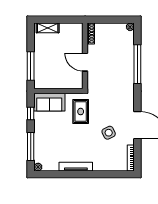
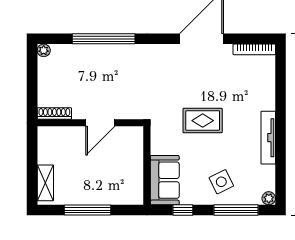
window: (31, 66) -> (87, 210), moved
rug: (81, 112) -> (203, 121), moved
side table: (109, 133) -> (221, 182), moved

